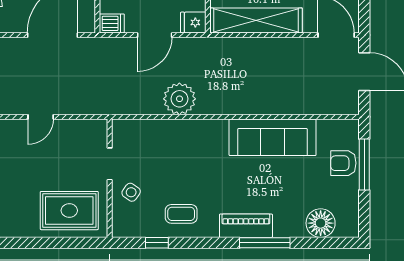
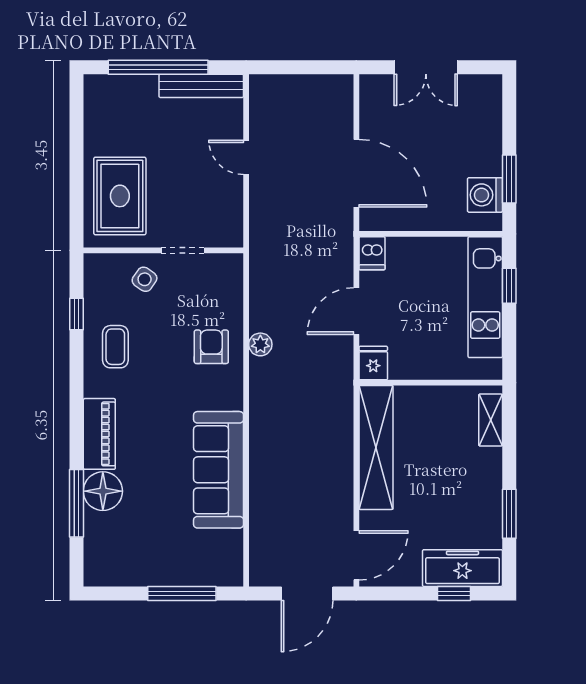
door: (155, 35) -> (356, 311), hinge flipped
plant: (179, 99) -> (260, 344), width x0.53, depth x0.53
armchair: (343, 163) -> (211, 347), moved
floor lamp: (321, 223) -> (103, 491), moved
window: (265, 243) -> (77, 503), moved

